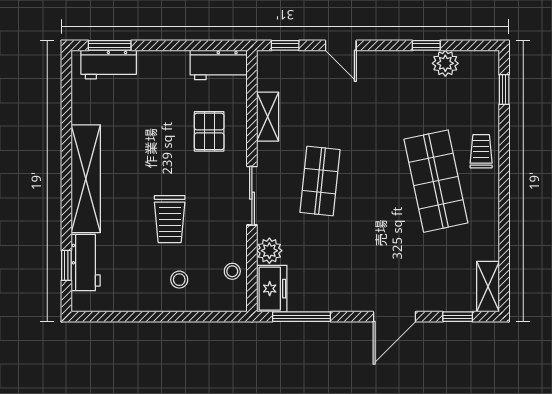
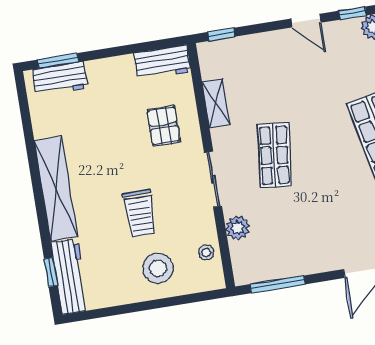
door: (341, 45) -> (306, 21), moved
workbench: (86, 263) -> (70, 276), width x1.38
stool: (179, 280) -> (158, 268), width x1.89, depth x1.89
freezer: (272, 289) -> (246, 263), removed

